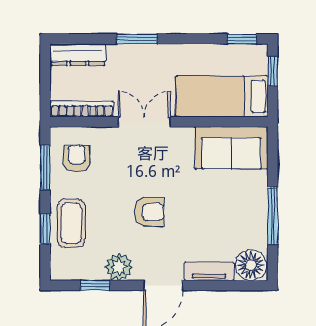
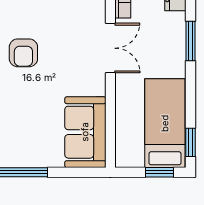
bed: (222, 96) -> (165, 123), moved

